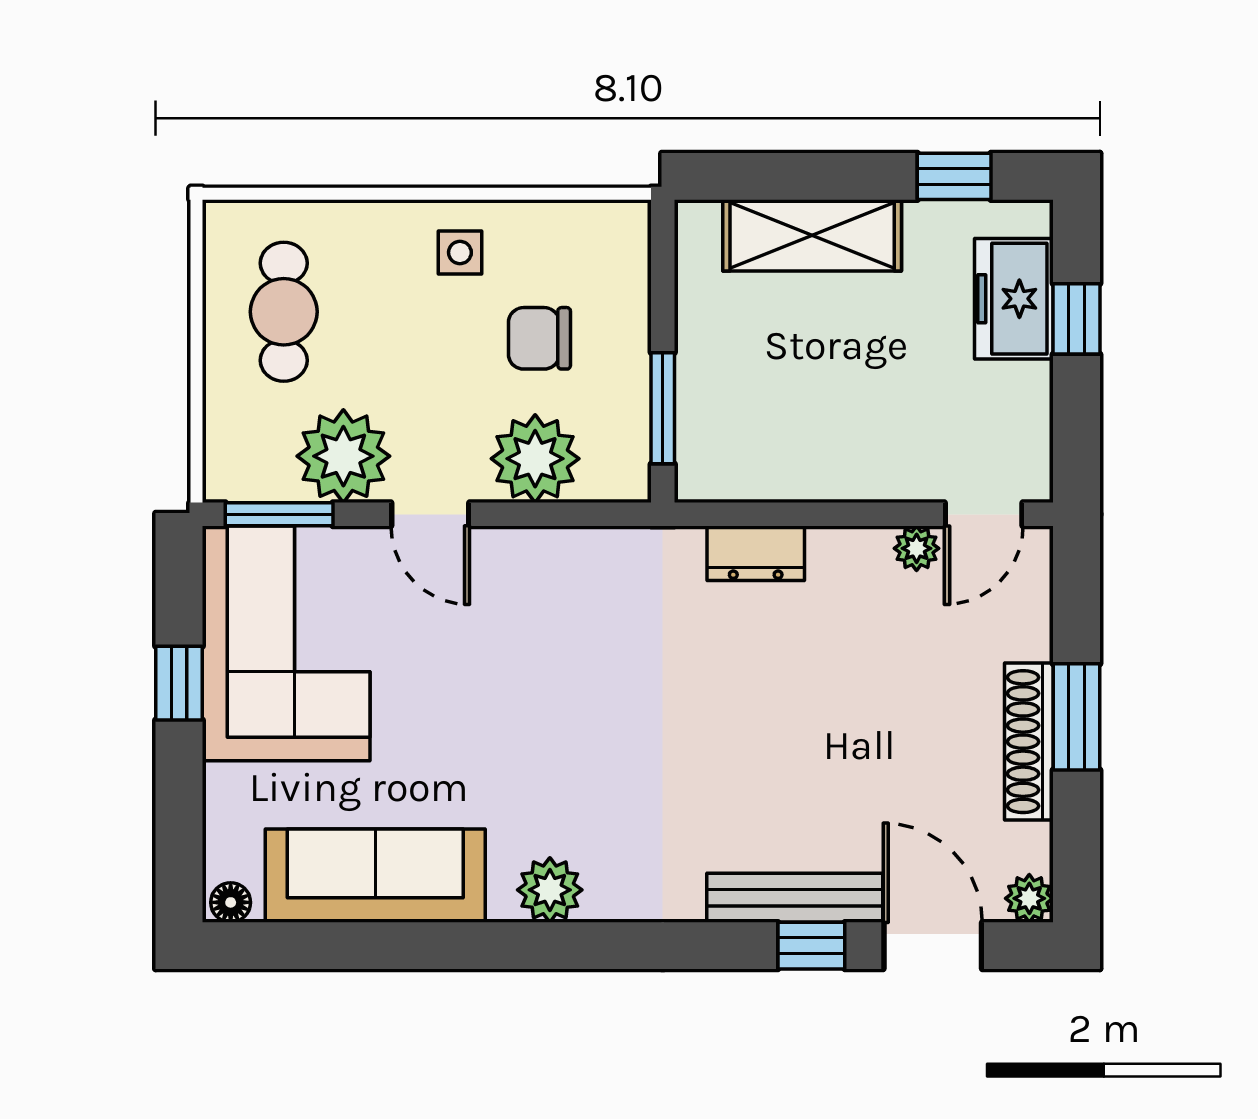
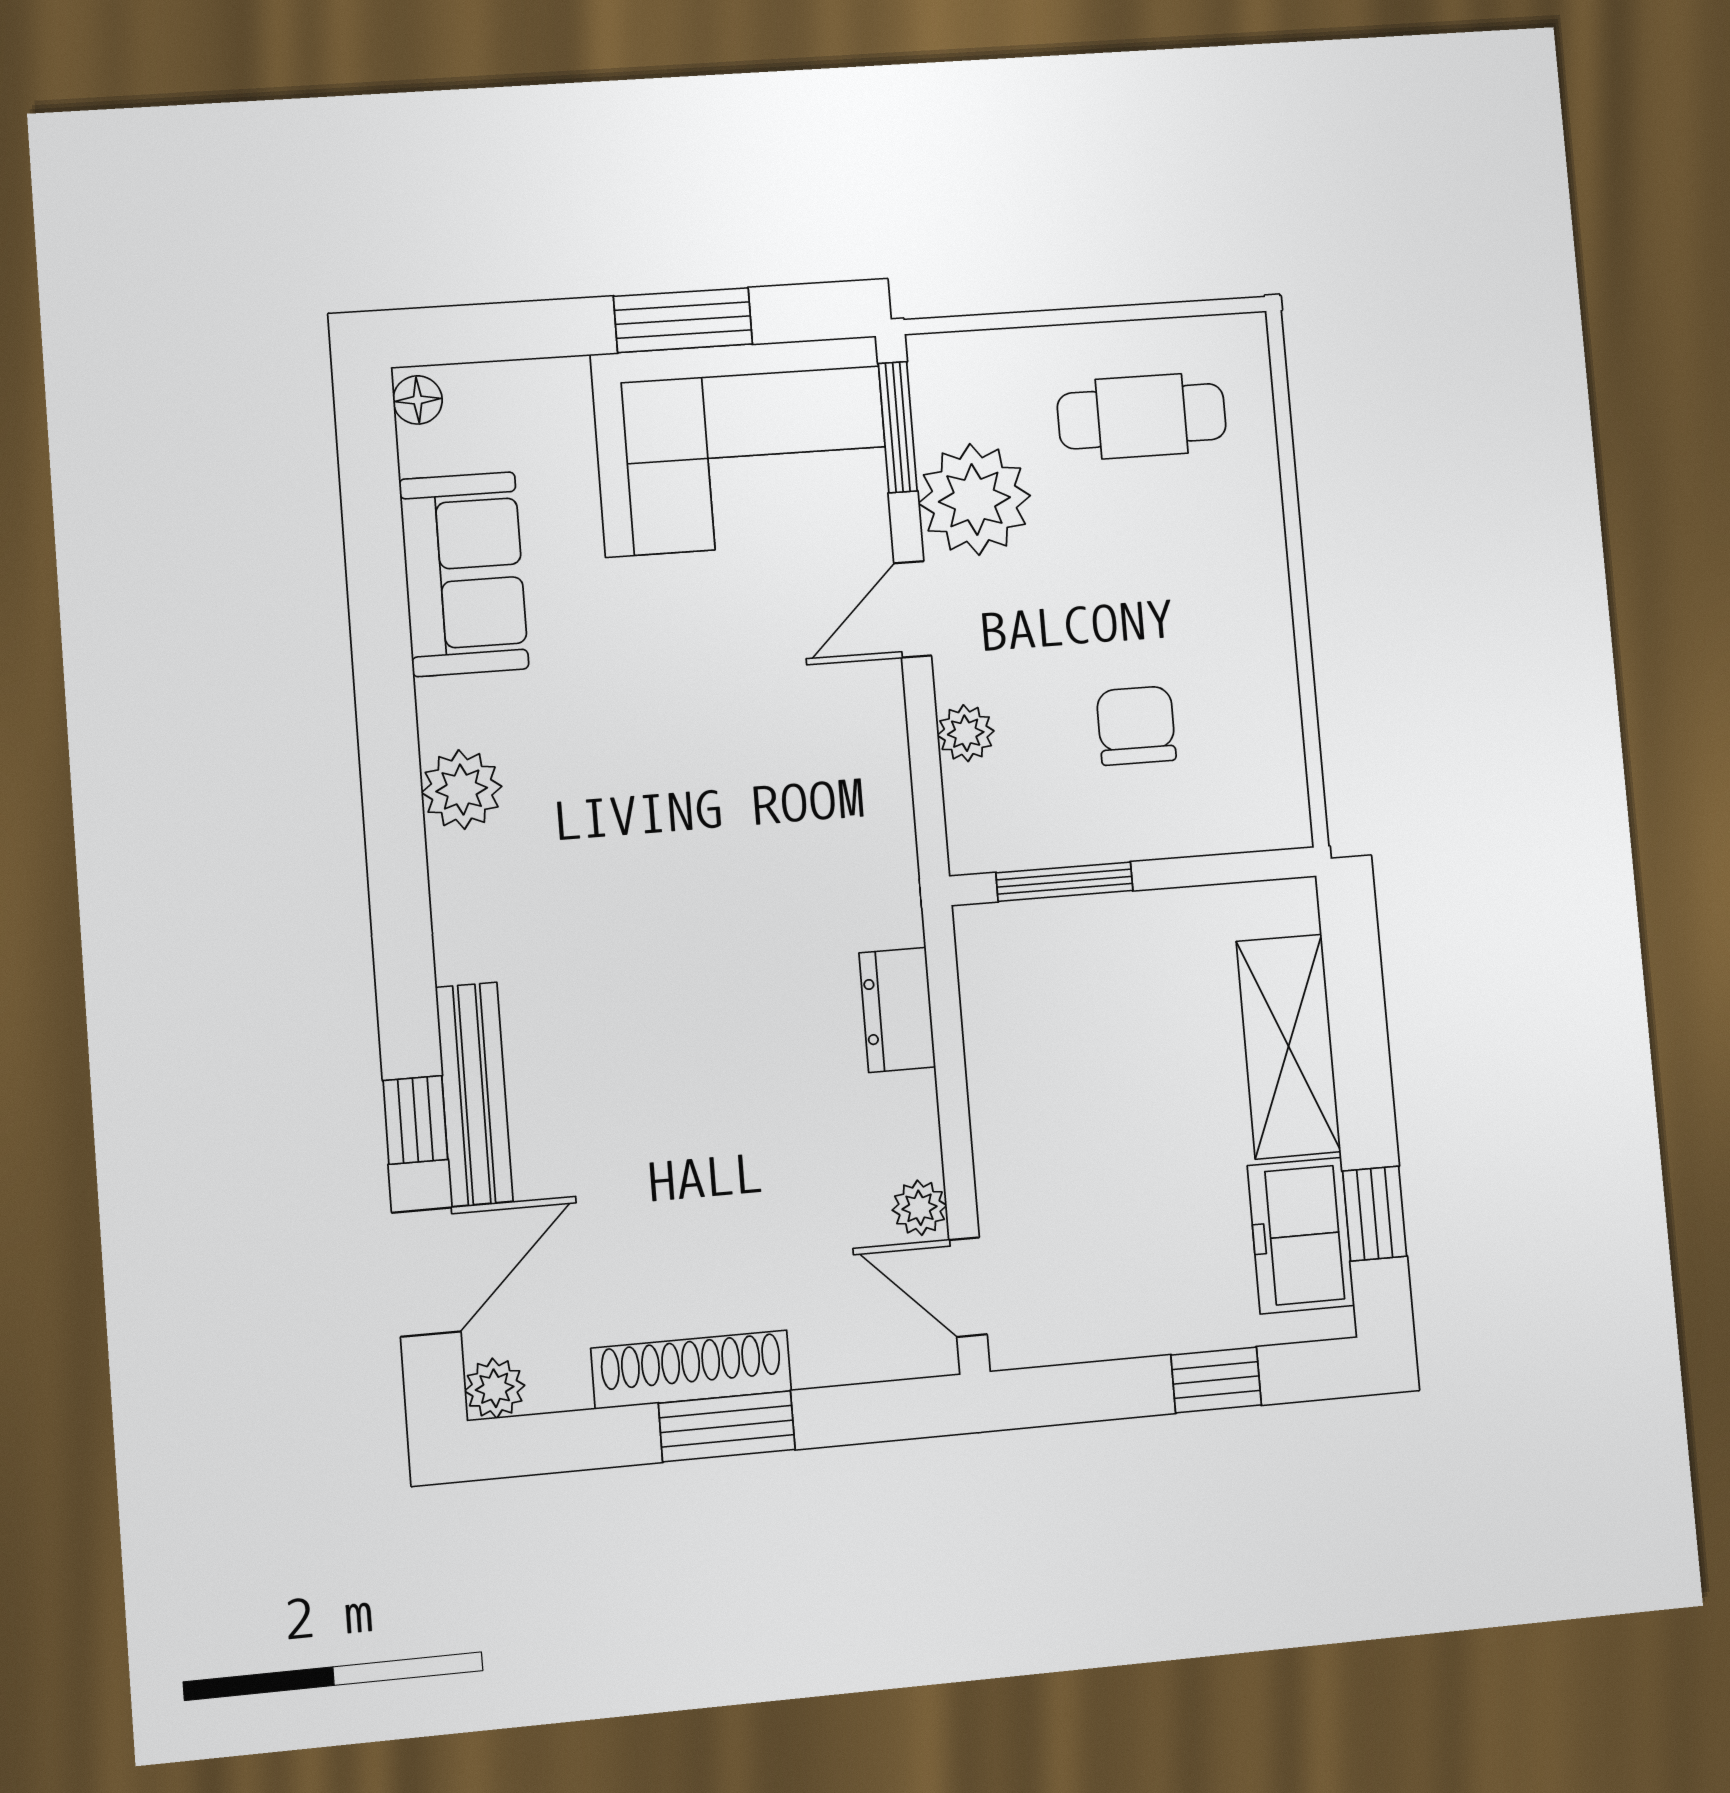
side table: (460, 252) -> (1231, 622), removed
freezer: (1014, 299) -> (1301, 1236), moved, turned -90
plant: (535, 459) -> (966, 733), width x0.53, depth x0.53
window: (179, 683) -> (683, 320), width x1.50
sofa: (375, 876) -> (464, 574), width x0.73

